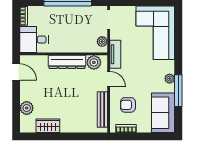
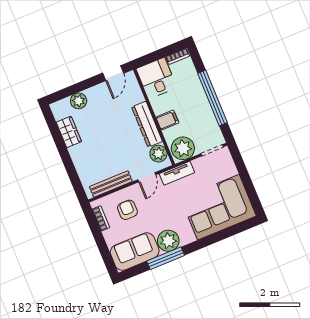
plant: (102, 42) -> (183, 148), width x1.87, depth x1.87
filing cabinet: (70, 45) -> (167, 120), added
plant: (170, 79) -> (168, 241), width x1.88, depth x1.88

